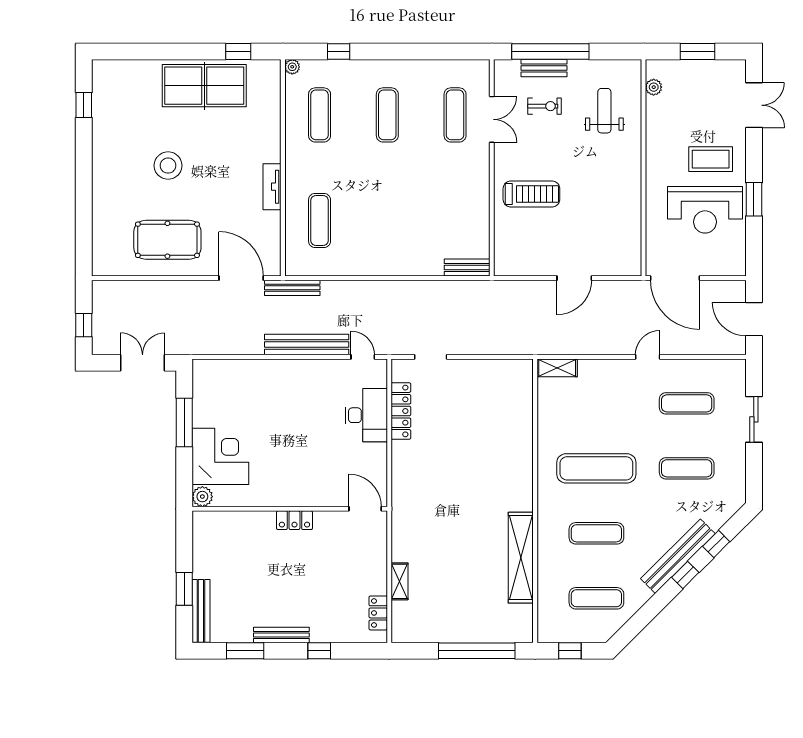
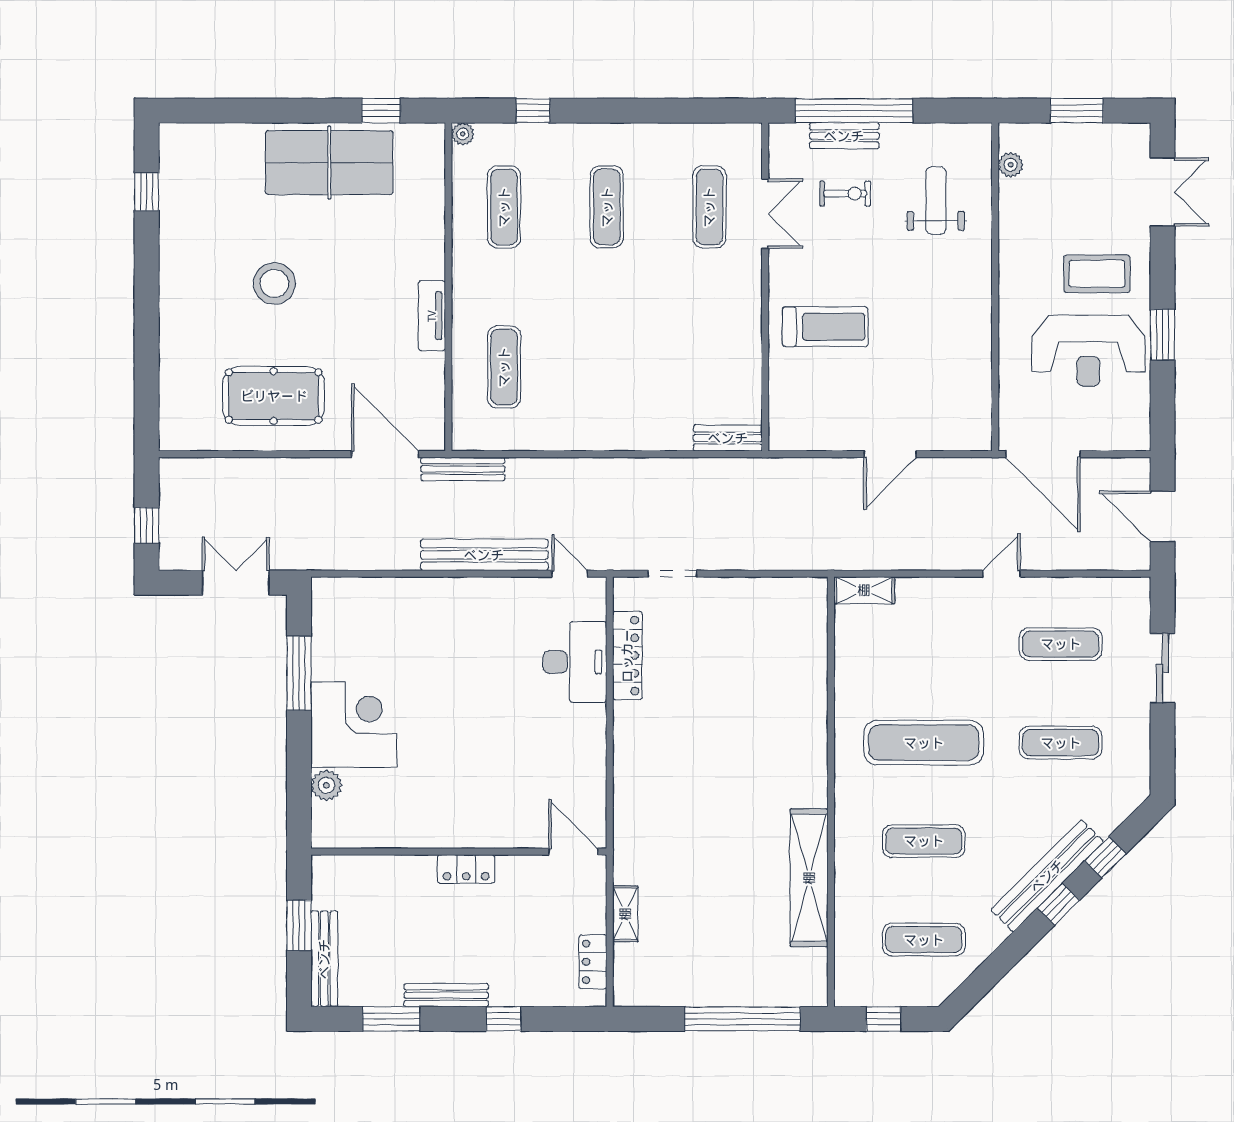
wall: (290, 509) -> (459, 852), moved
door: (365, 509) -> (573, 852), moved
locker: (294, 520) -> (466, 869), moved

